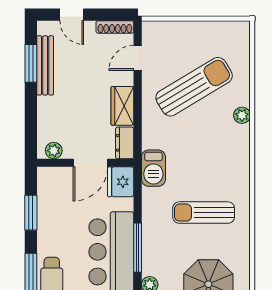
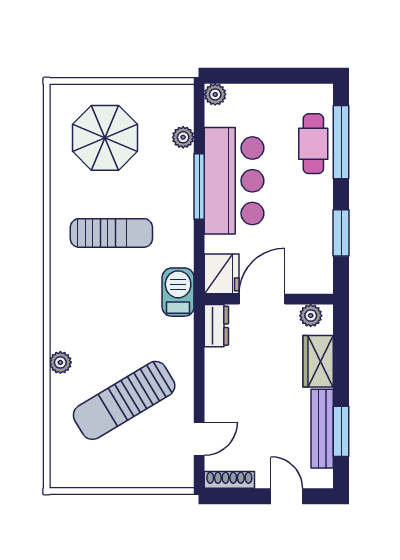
wardrobe: (122, 106) -> (318, 361), moved, turned 180

